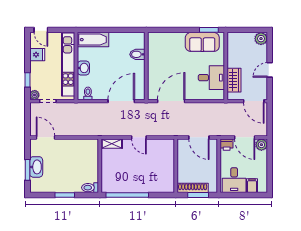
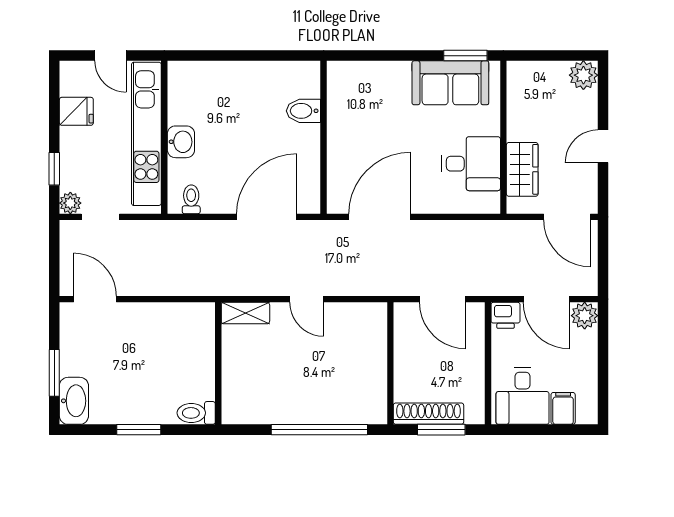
door: (41, 30) -> (110, 56), moved
bathtub: (93, 40) -> (203, 77), removed
washbasin: (36, 167) -> (74, 401), moved
window: (127, 195) -> (319, 430), moved

